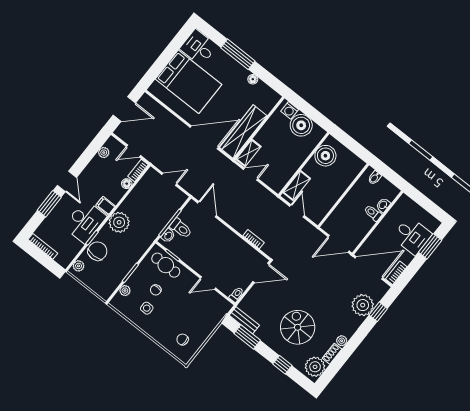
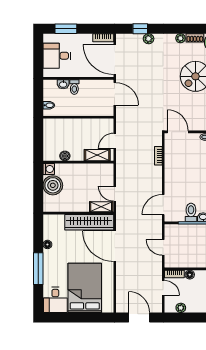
washing machine: (290, 110) -> (49, 169), moved
boiler: (325, 156) -> (65, 156), width x0.54, depth x0.54
desk: (412, 236) -> (57, 56), moved, turned -90
plant: (363, 305) -> (149, 39), width x0.53, depth x0.53

